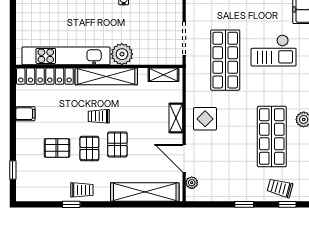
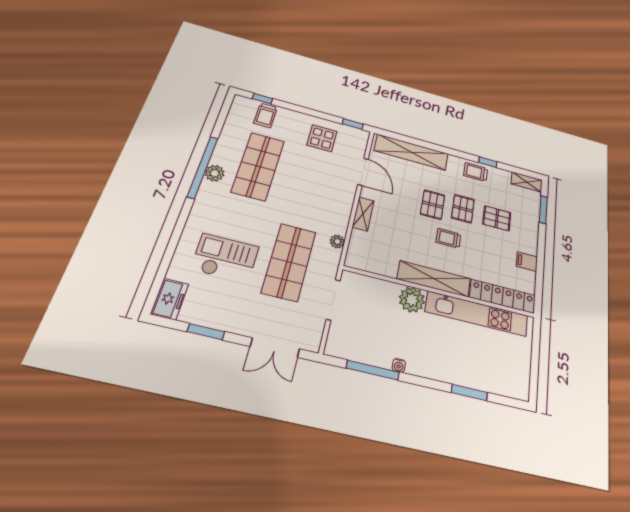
shelving: (163, 75) -> (527, 182), moved
trolley: (99, 116) -> (448, 238), turned 180
display table: (205, 119) -> (322, 138), moved
window: (13, 170) -> (543, 210), width x1.50
plant: (192, 183) -> (337, 242), moved
trolley: (280, 188) -> (266, 115), turned 75
window: (244, 204) -> (353, 124), moved

